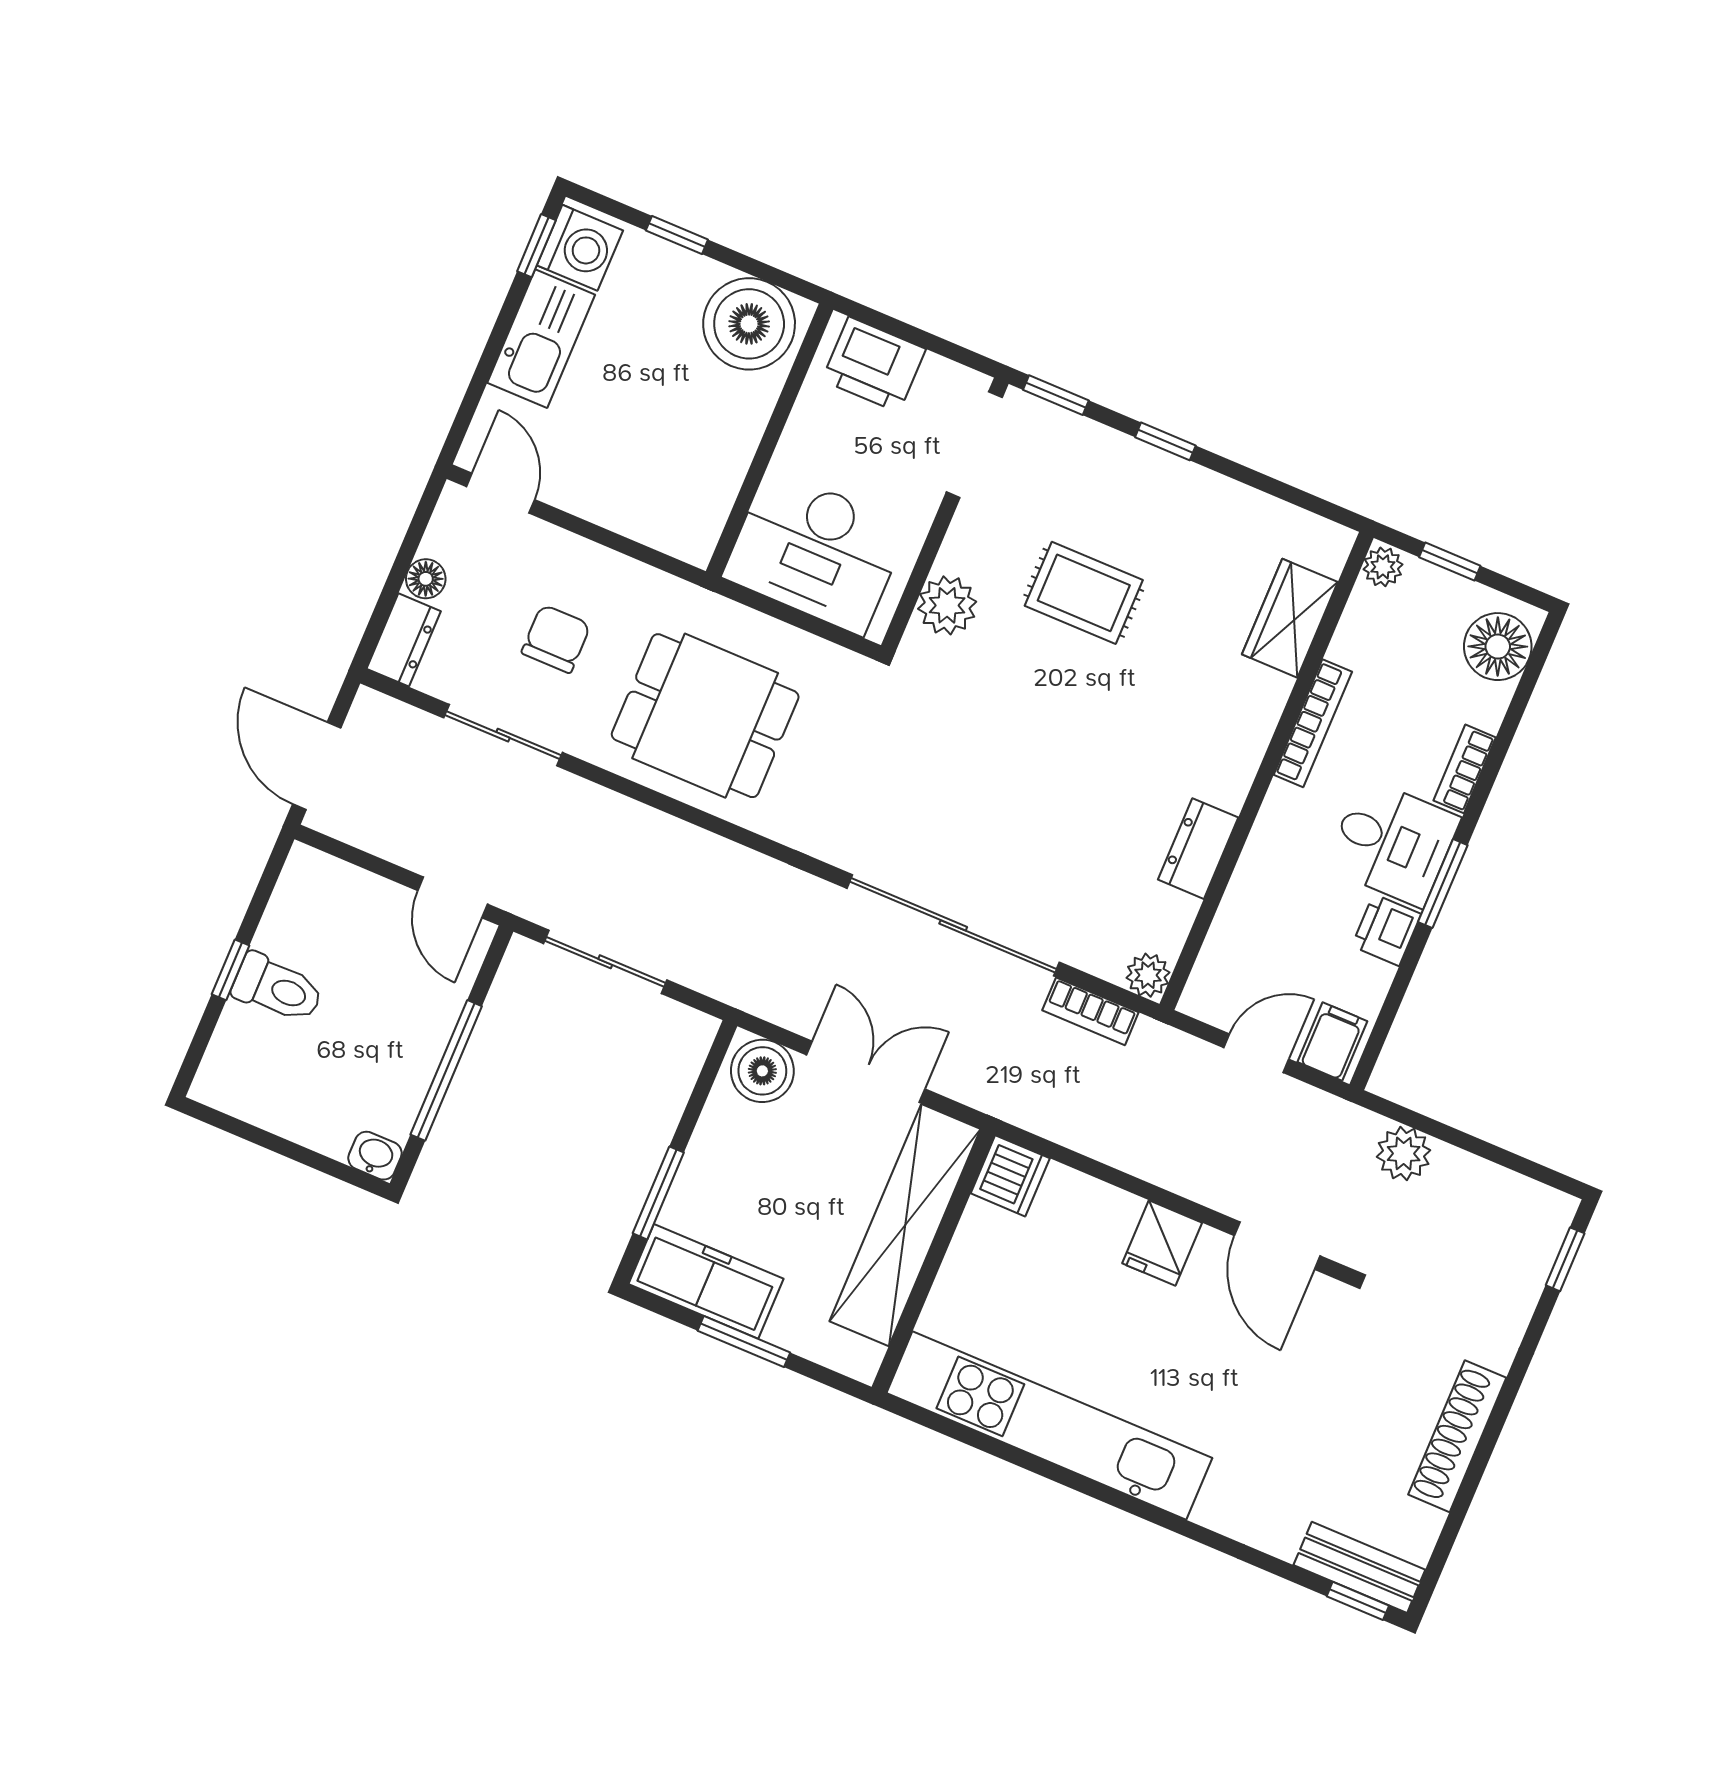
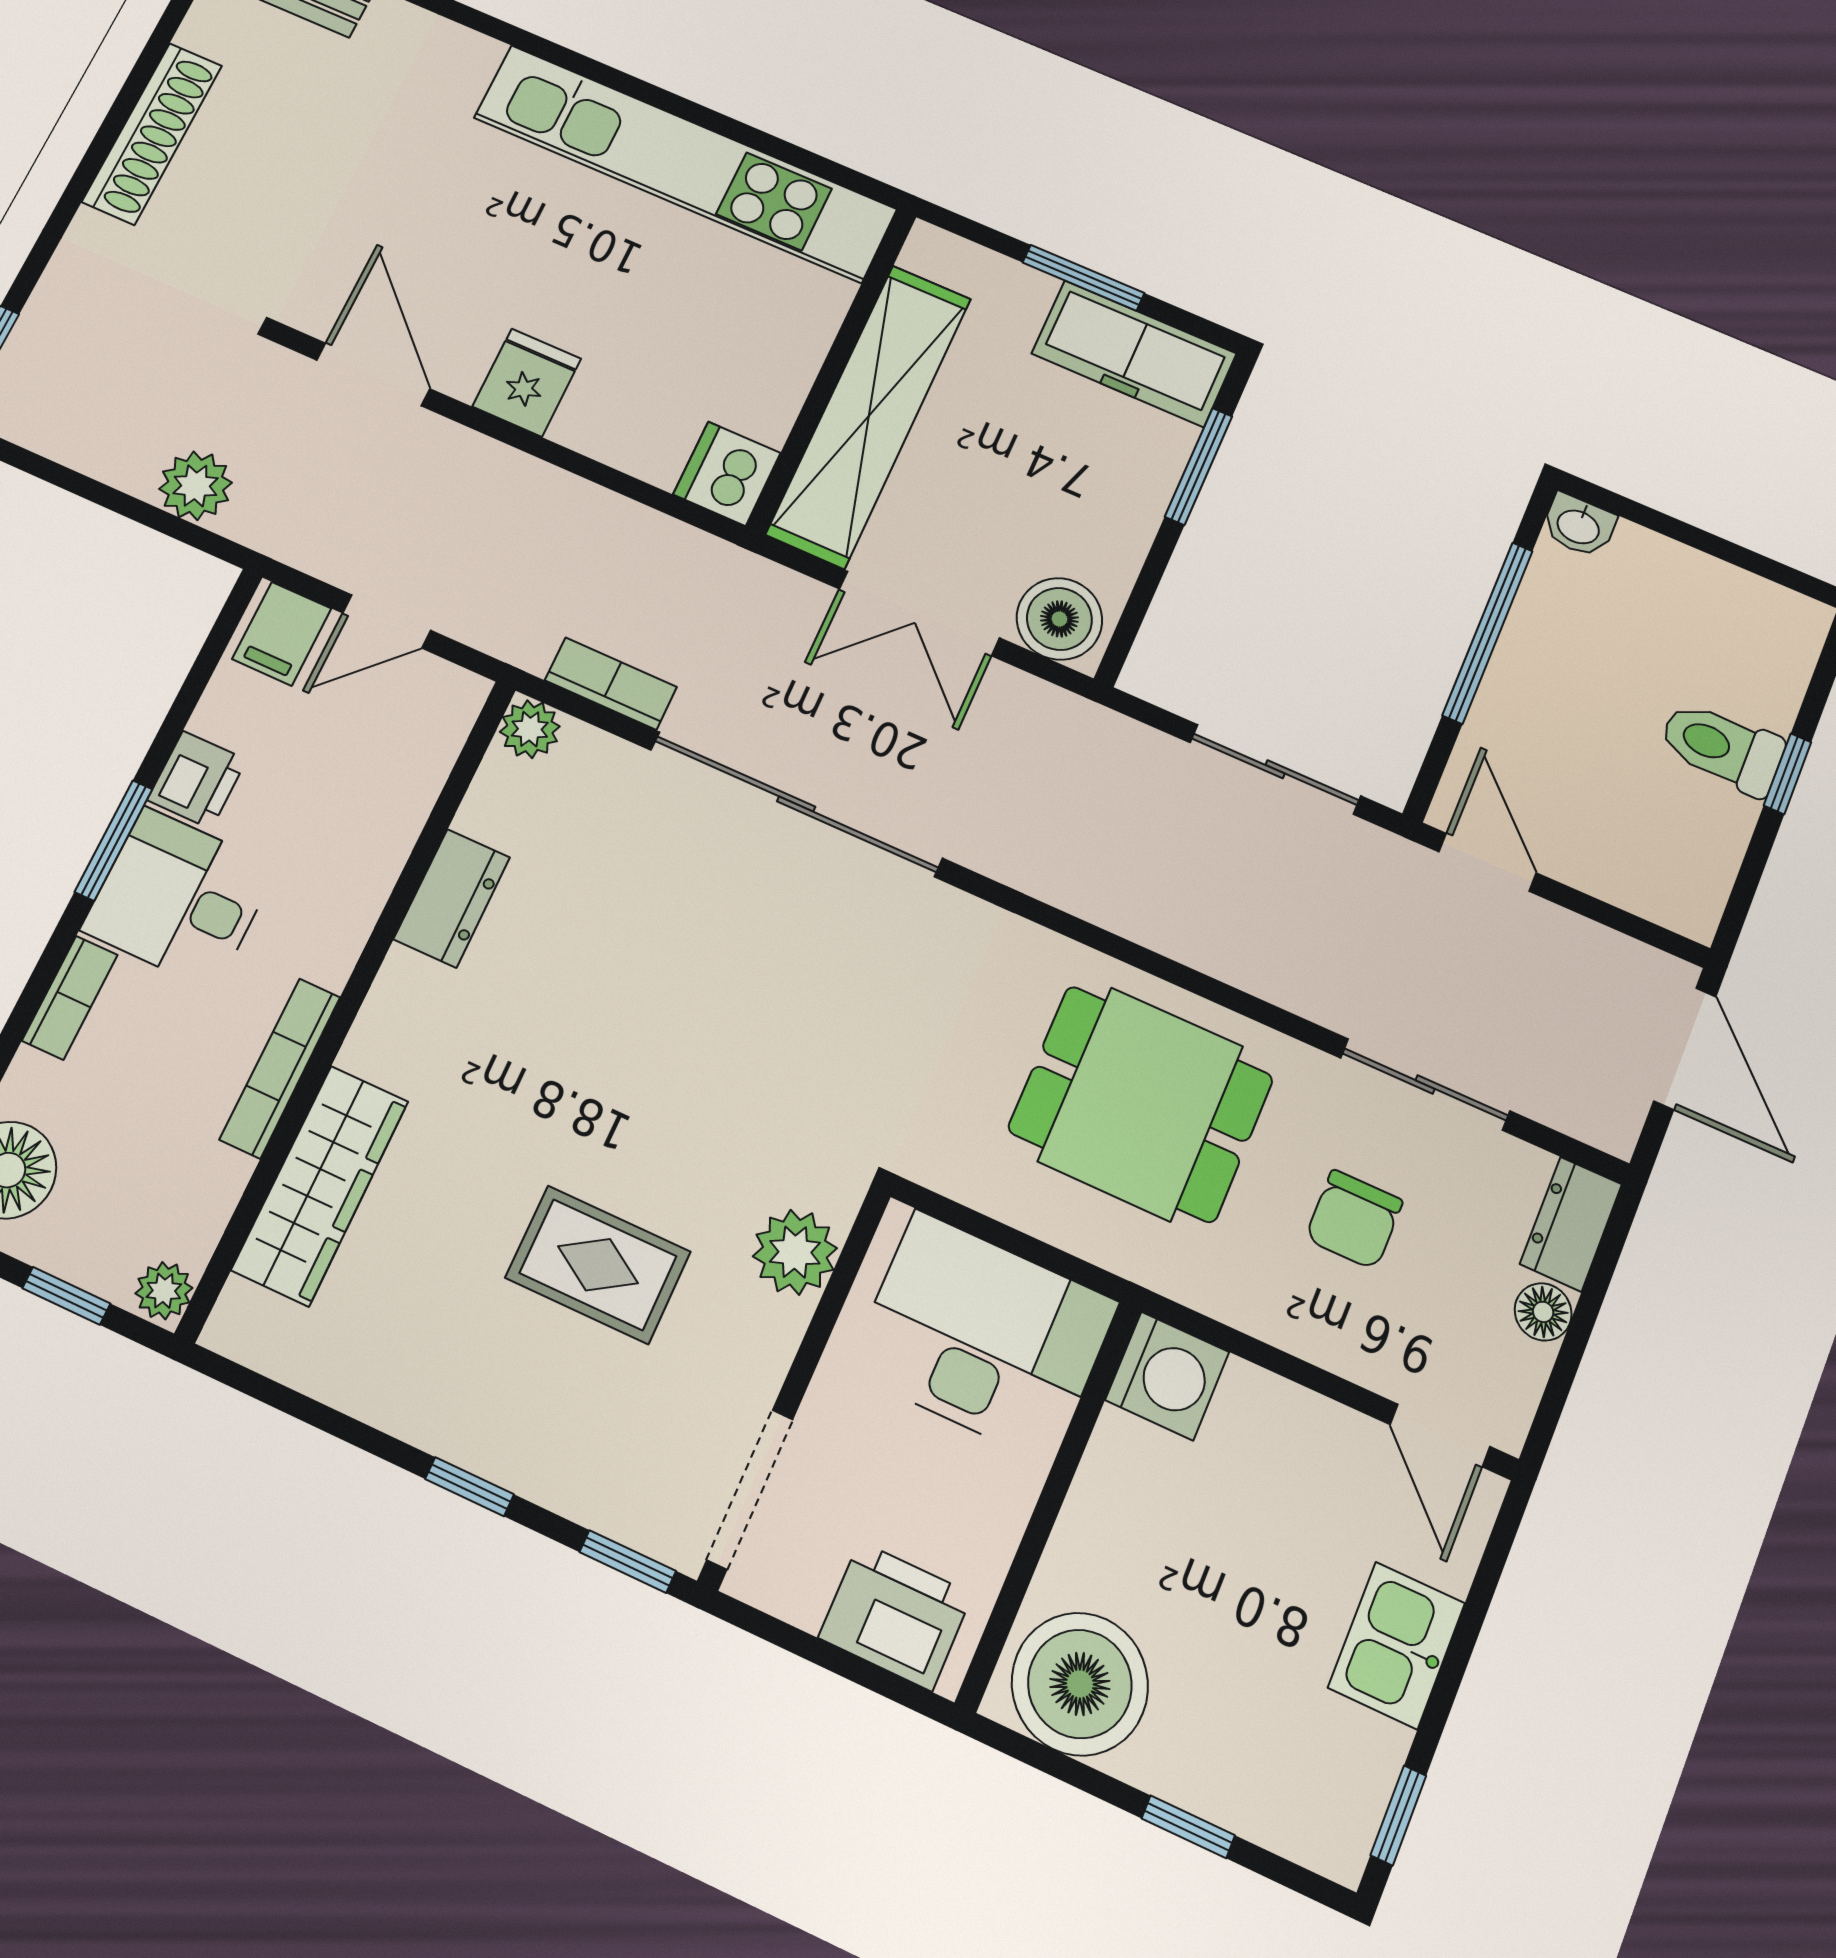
washing machine: (580, 248) -> (1167, 1376), moved, turned 180
kitchen sink: (541, 339) -> (1396, 1645), width x0.73
wardrobe: (1290, 618) -> (320, 1185), width x1.50

